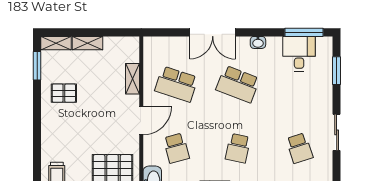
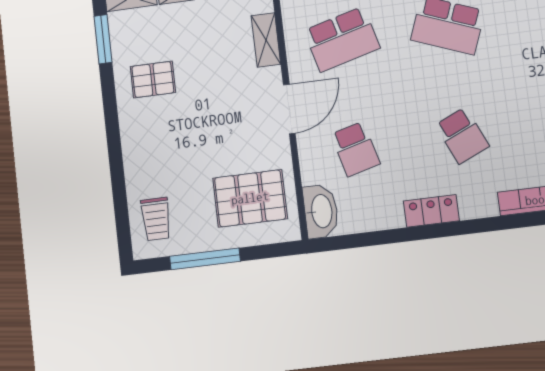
school desk: (176, 84) -> (342, 39), turned -33
school desk: (238, 148) -> (462, 136), turned -36

